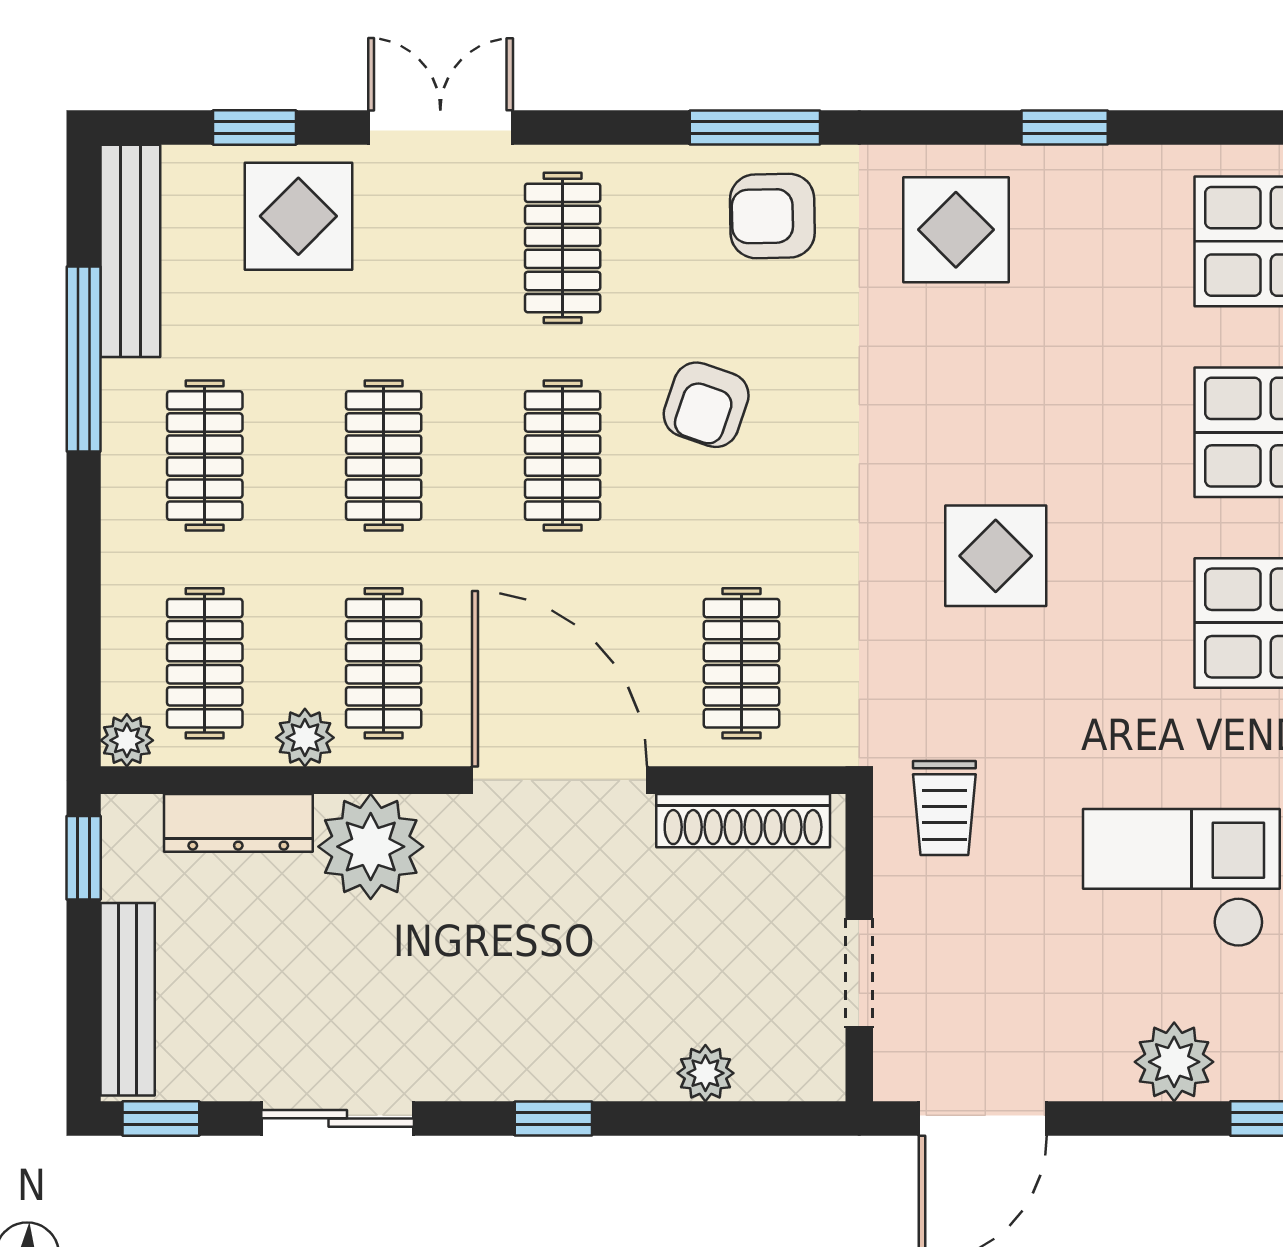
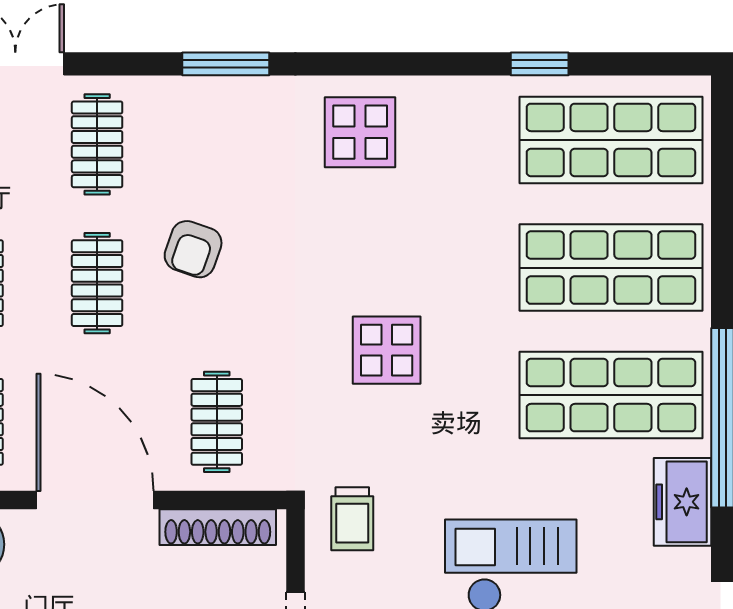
window: (1065, 128) -> (540, 64), moved
armchair: (772, 216) -> (237, 123), removed

